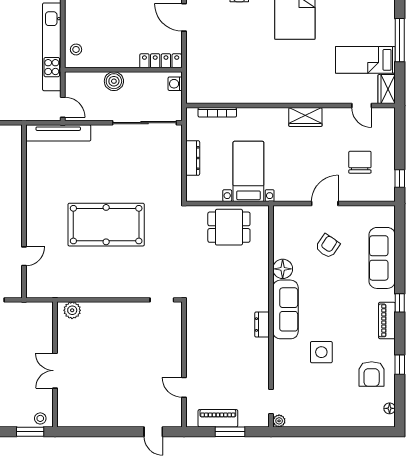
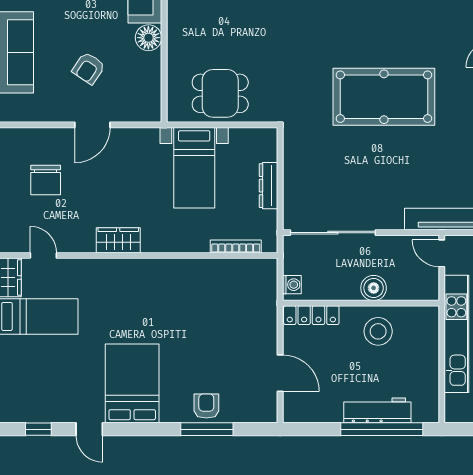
stool: (76, 49) -> (378, 331), moved, width x1.89, depth x1.89

